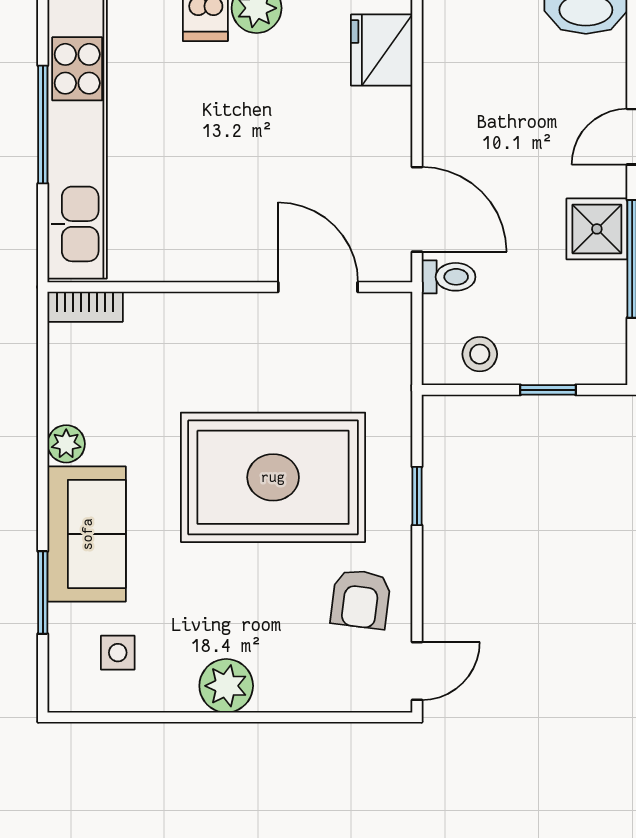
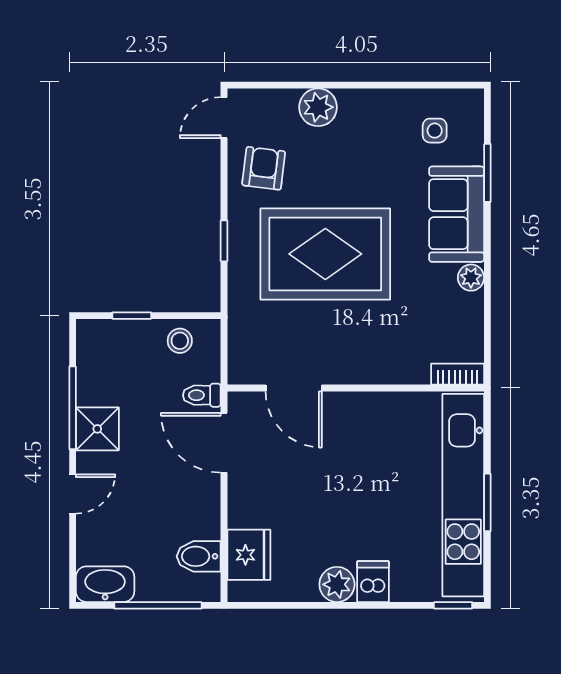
bidet: (453, 48) -> (199, 556), added
window: (43, 125) -> (487, 502), width x0.69
plant: (226, 686) -> (318, 107), moved

